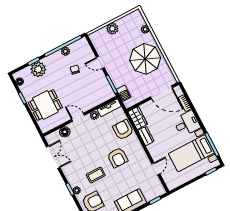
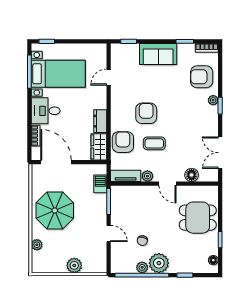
plant: (38, 69) -> (159, 263), moved
armchair: (123, 130) -> (123, 142), turned 180
coffee table: (96, 175) -> (154, 143), moved

